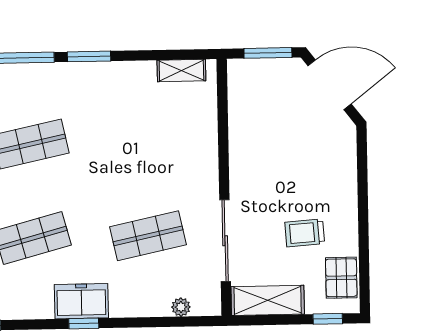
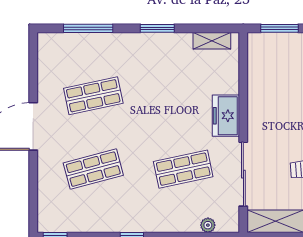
window: (89, 56) -> (157, 28), moved
freezer: (81, 301) -> (226, 116), moved, turned -90

